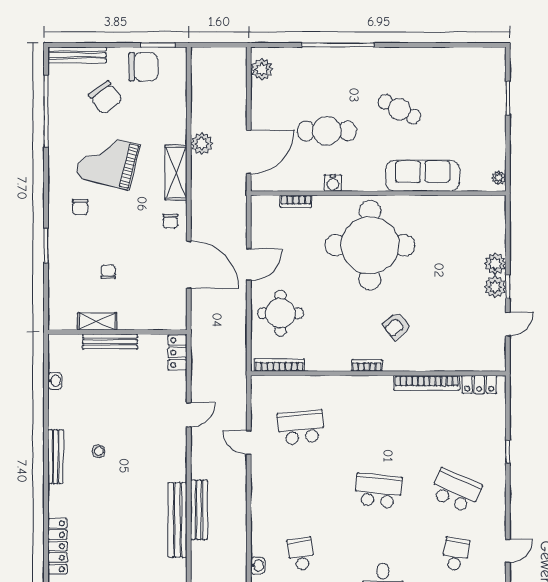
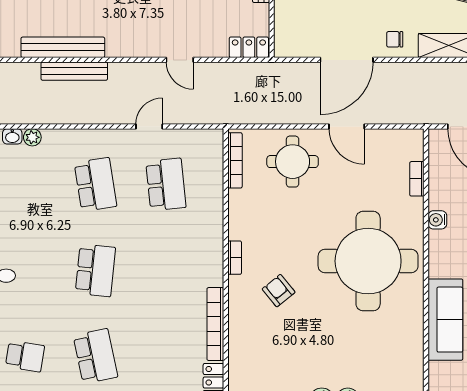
school desk: (456, 491) -> (95, 356), turned -36
plant: (259, 547) -> (32, 137), added
school desk: (301, 554) -> (95, 184), moved, width x1.85

